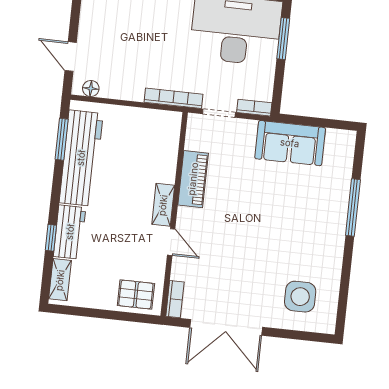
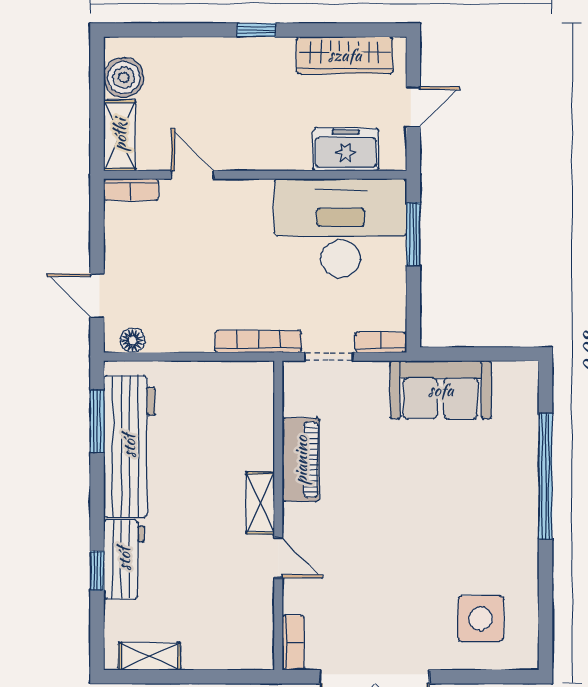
window: (353, 207) -> (545, 476), width x1.46
shelving: (60, 280) -> (150, 656), moved, turned 90
pallet: (136, 295) -> (234, 642), removed

